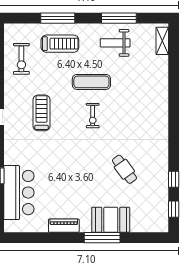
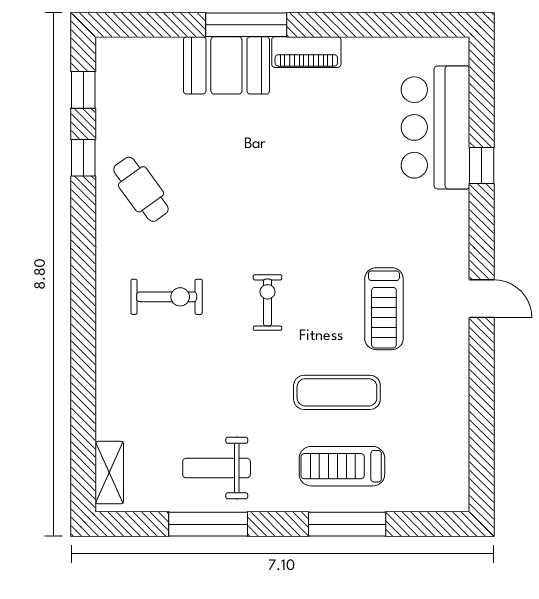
weight bench: (115, 43) -> (217, 468), turned 180
exercise bike: (21, 59) -> (167, 297), moved, turned 90
exercise mat: (91, 82) -> (337, 392), moved
cafe table: (124, 169) -> (141, 189), moved
piano: (64, 226) -> (306, 52), moved

